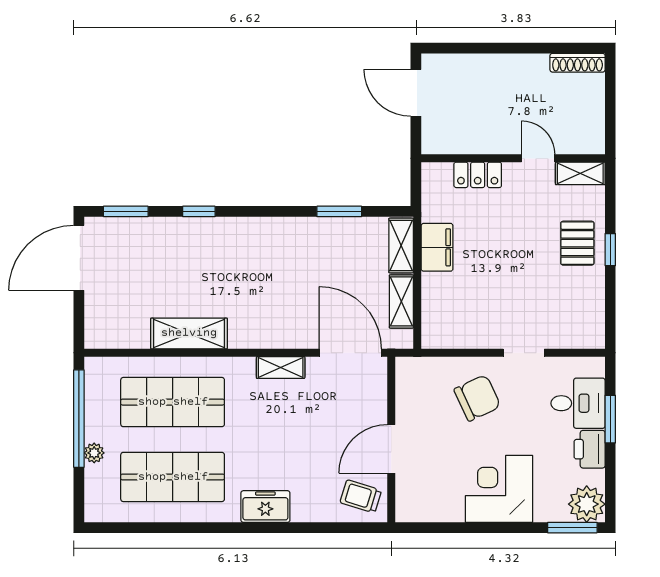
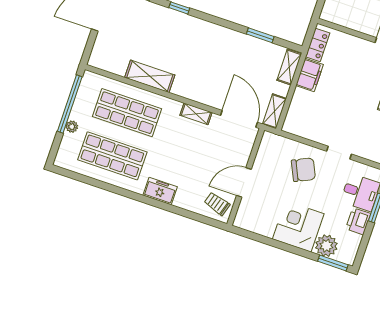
locker: (478, 175) -> (318, 45), moved, turned -90
shelving: (401, 301) -> (274, 111), moved
plant: (587, 504) -> (326, 246), moved

